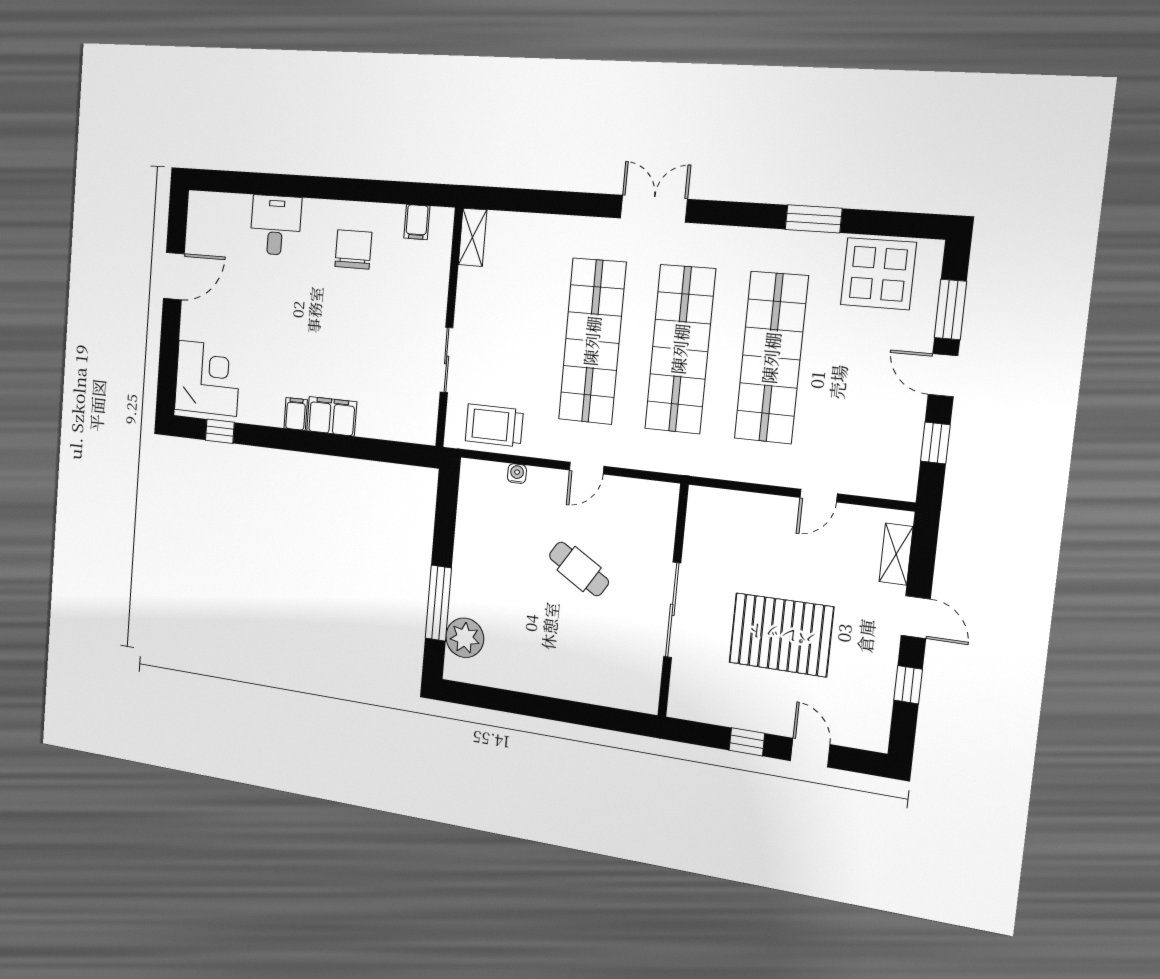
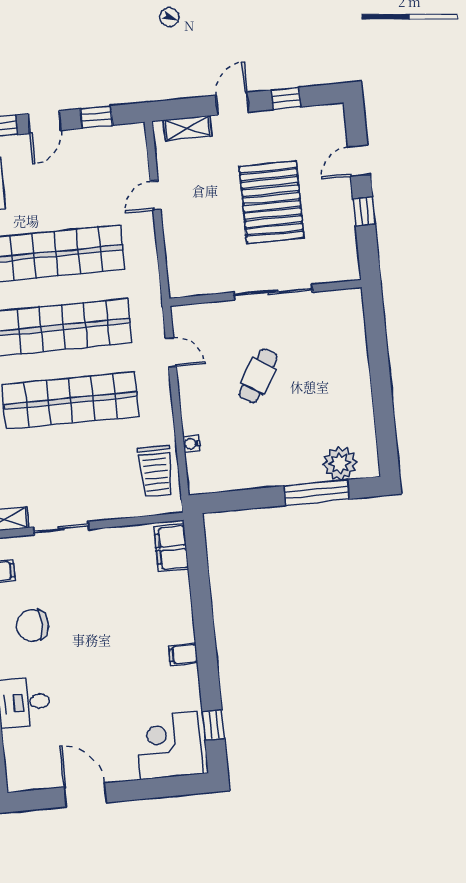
sliding door: (447, 360) -> (61, 528), moved
filing cabinet: (332, 416) -> (171, 548), moved
door: (587, 468) -> (171, 352), moved
door: (819, 496) -> (156, 195), swing flipped

